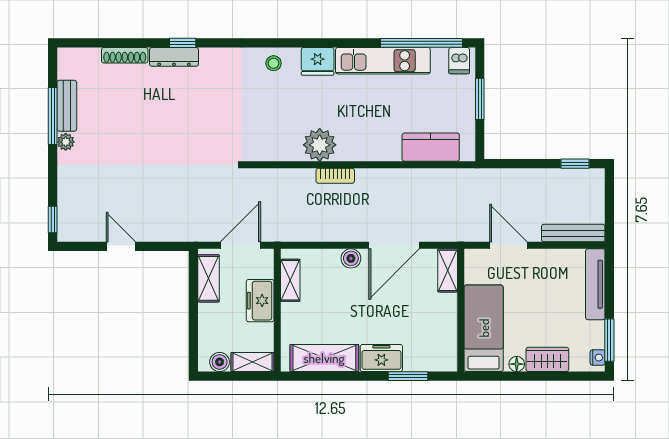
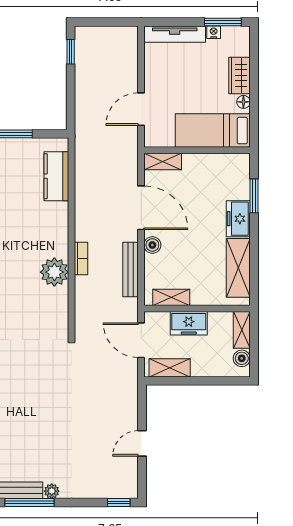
bench: (573, 233) -> (131, 269), moved
nightstand: (598, 358) -> (214, 32), moved

